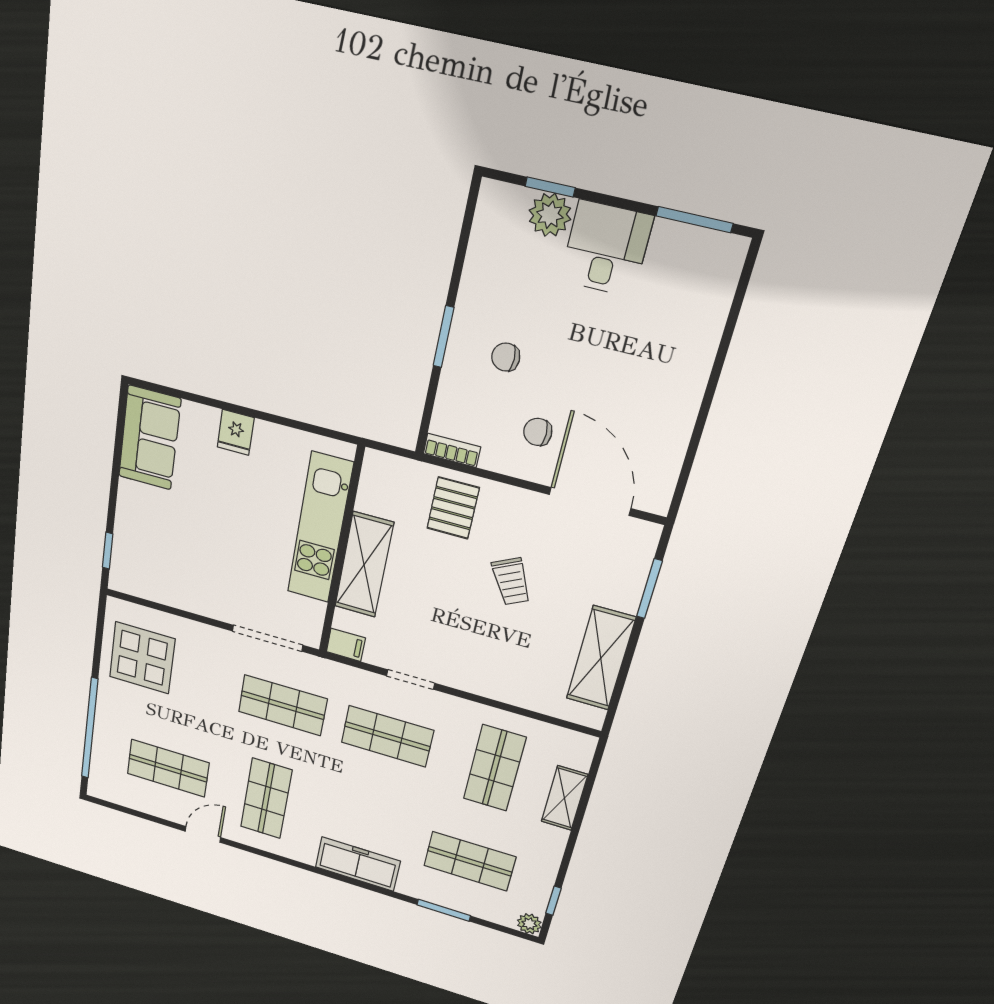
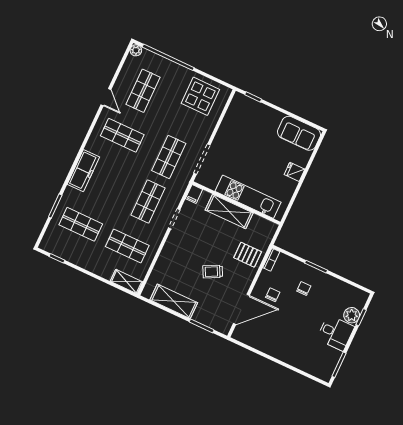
shelving: (564, 798) -> (127, 282), moved
shop shelf: (470, 861) -> (81, 224), turned 90
plant: (529, 924) -> (136, 50), moved

